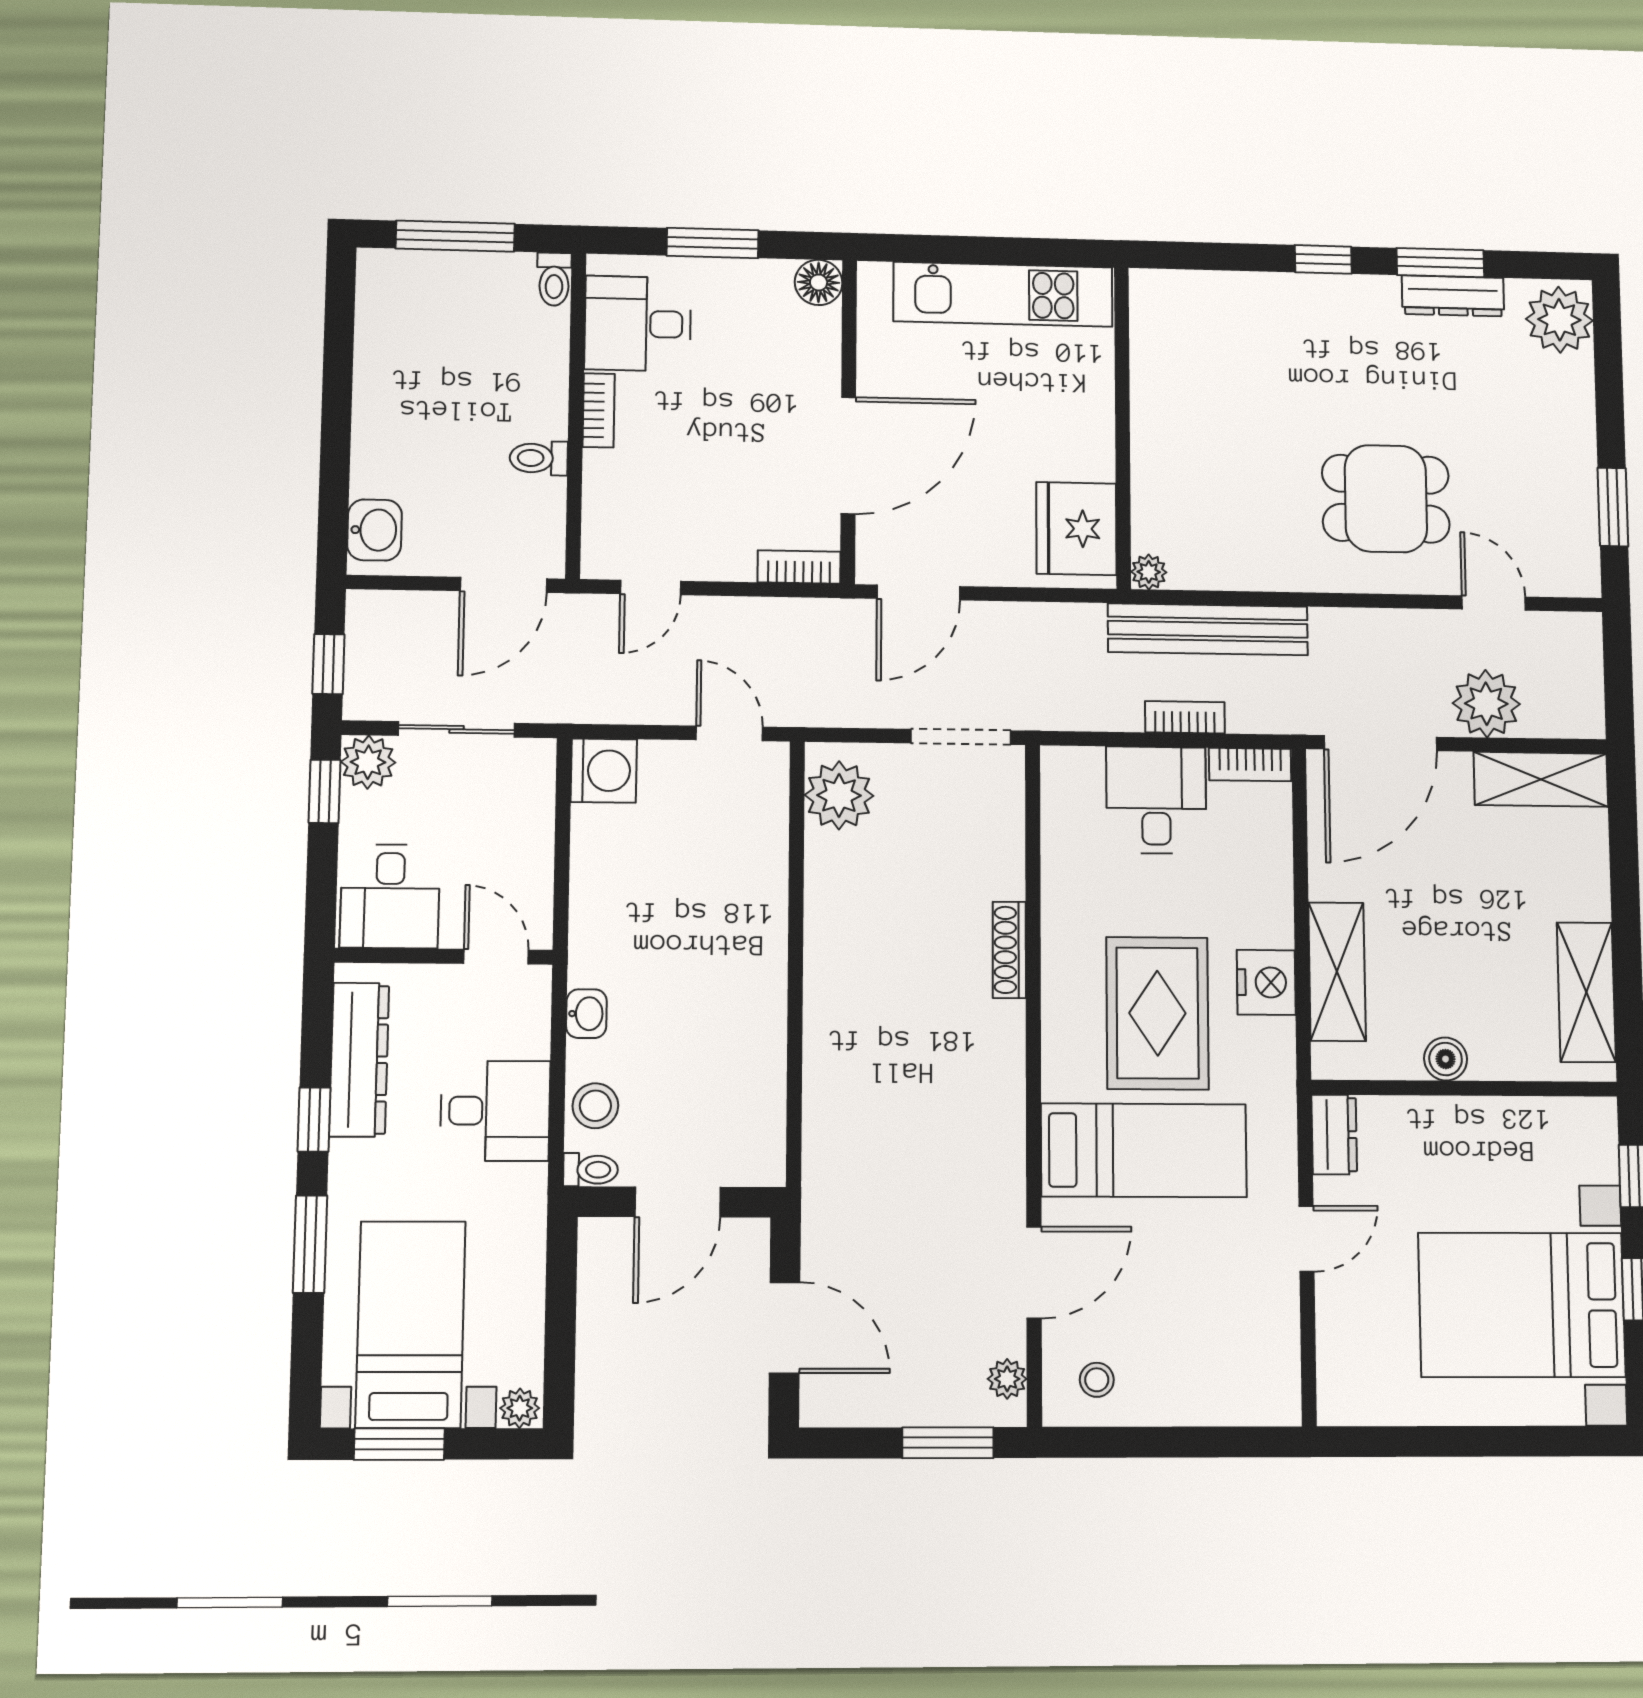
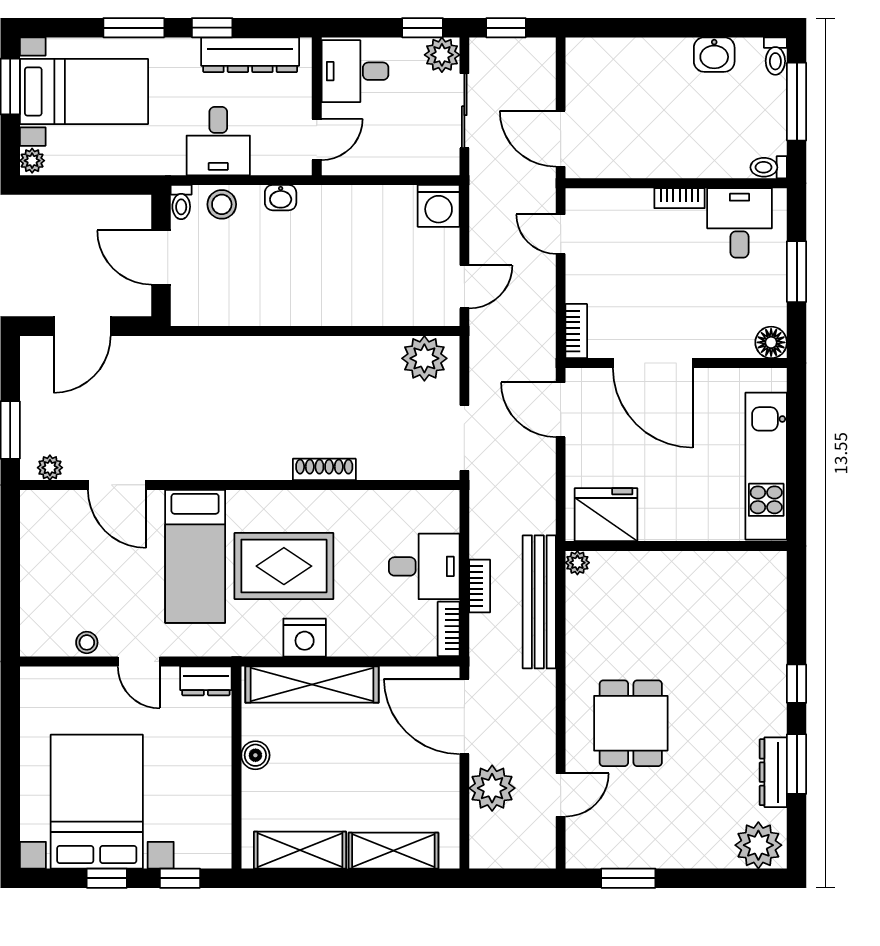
toilet: (539, 458) -> (775, 56), moved, turned 180
washbasin: (375, 530) -> (714, 55), moved
shelving: (1541, 779) -> (393, 851), moved, turned 90
shelving: (1337, 972) -> (312, 685), width x1.47
stool: (1097, 1380) -> (87, 642), moved

